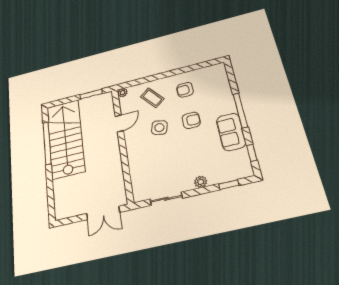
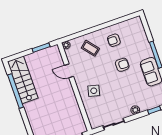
door: (119, 123) -> (69, 71), swing flipped
side table: (159, 128) -> (94, 91), moved
stairs: (65, 138) -> (23, 80), width x0.73, depth x0.66

